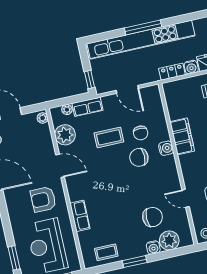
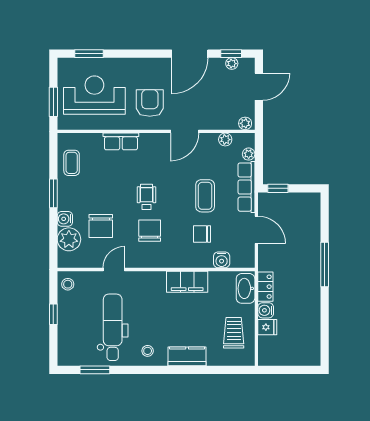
kitchen unit: (141, 40) -> (311, 259), removed
washbasin: (177, 88) -> (246, 288), added
door: (127, 89) -> (256, 230), swing flipped
row of seats: (87, 107) -> (246, 187), width x1.48
plant: (65, 135) -> (225, 140), width x0.53, depth x0.53
water cooler: (166, 148) -> (222, 260), moved
chair: (139, 157) -> (150, 231), moved
wheelchair: (120, 185) -> (146, 197), added

